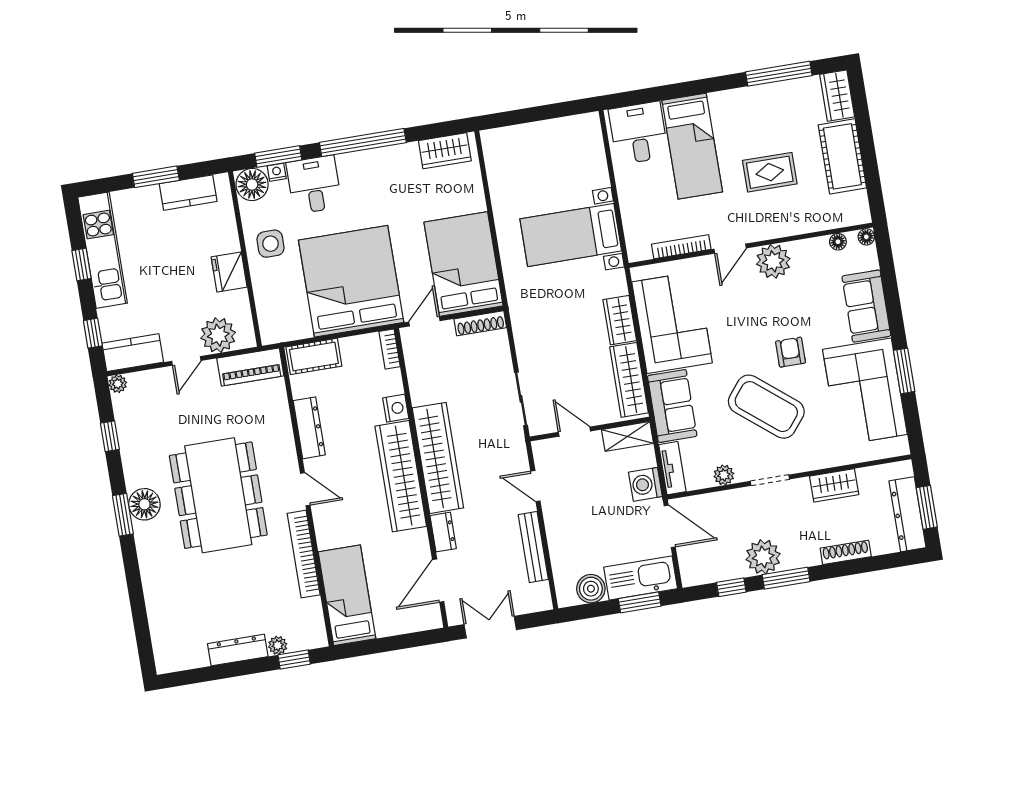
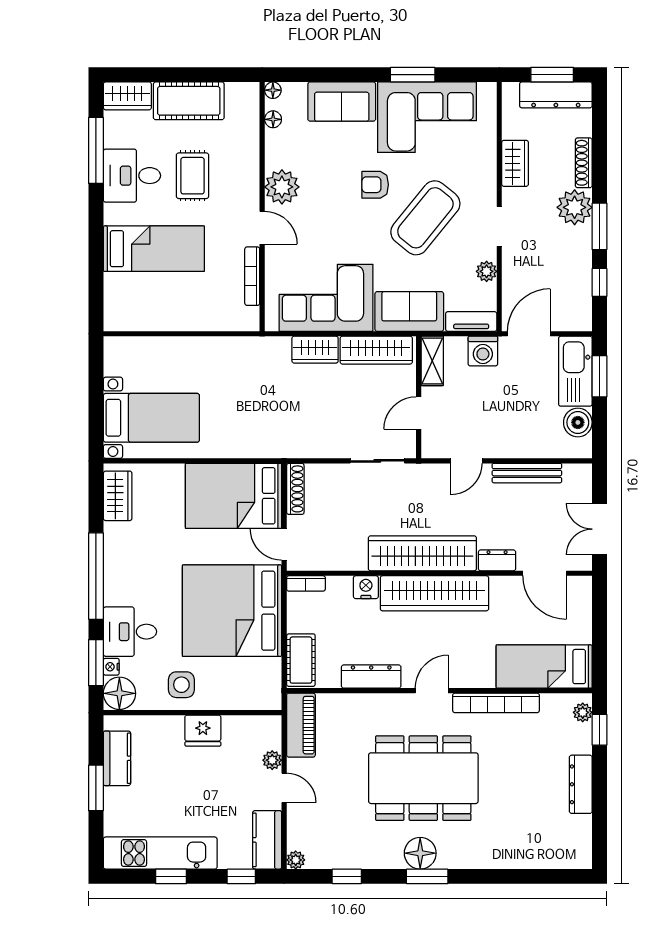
desk: (639, 133) -> (132, 176), moved
bed with nightstands: (571, 235) -> (151, 418), moved, turned -90
plant: (218, 335) -> (272, 760), width x0.53, depth x0.53
plant: (763, 557) -> (575, 207), moved
plant: (278, 645) -> (583, 712), moved

